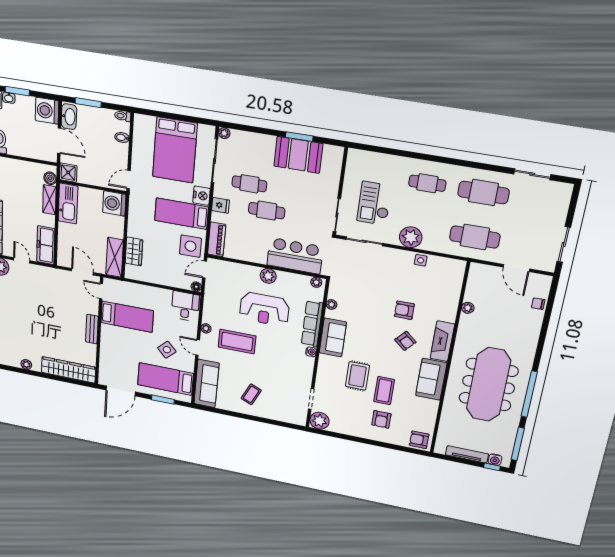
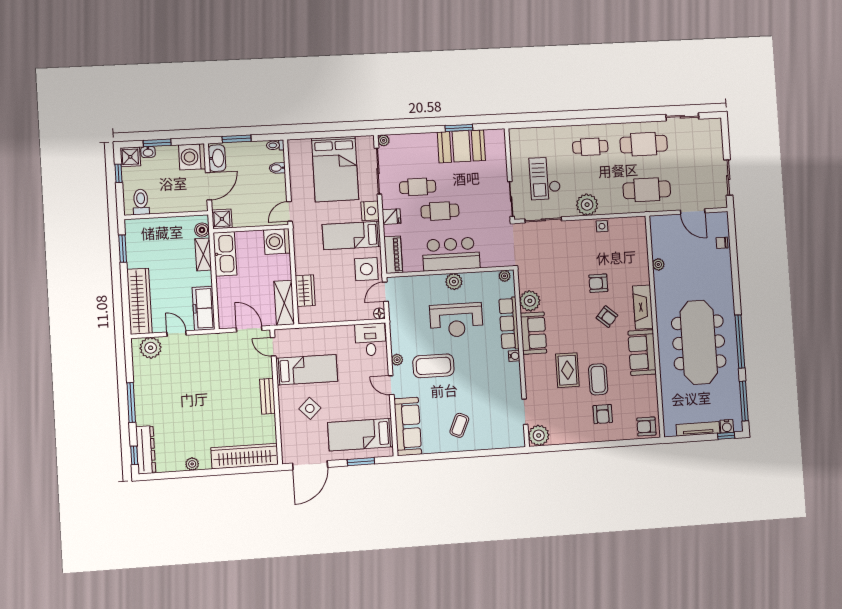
door: (59, 141) -> (209, 186), hinge flipped
bar counter: (295, 256) -> (451, 254), moved
plant: (331, 304) -> (530, 301), width x1.87, depth x1.87
side table: (167, 350) -> (310, 408), moved

